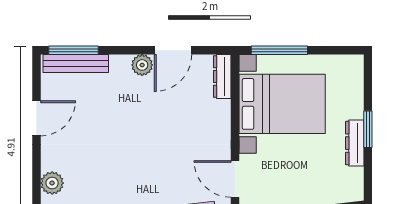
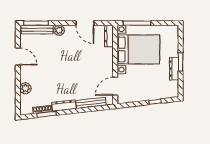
door: (173, 50) -> (85, 23), hinge flipped
plant: (142, 65) -> (59, 30), moved
door: (36, 118) -> (18, 56), hinge flipped
door: (235, 179) -> (115, 86), hinge flipped

